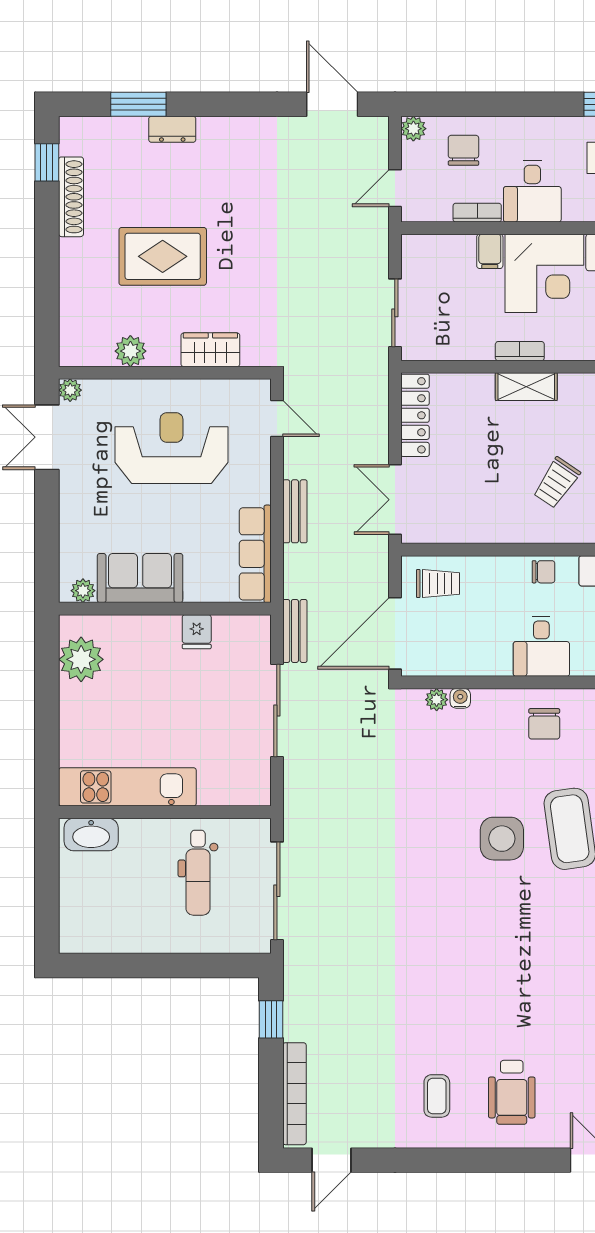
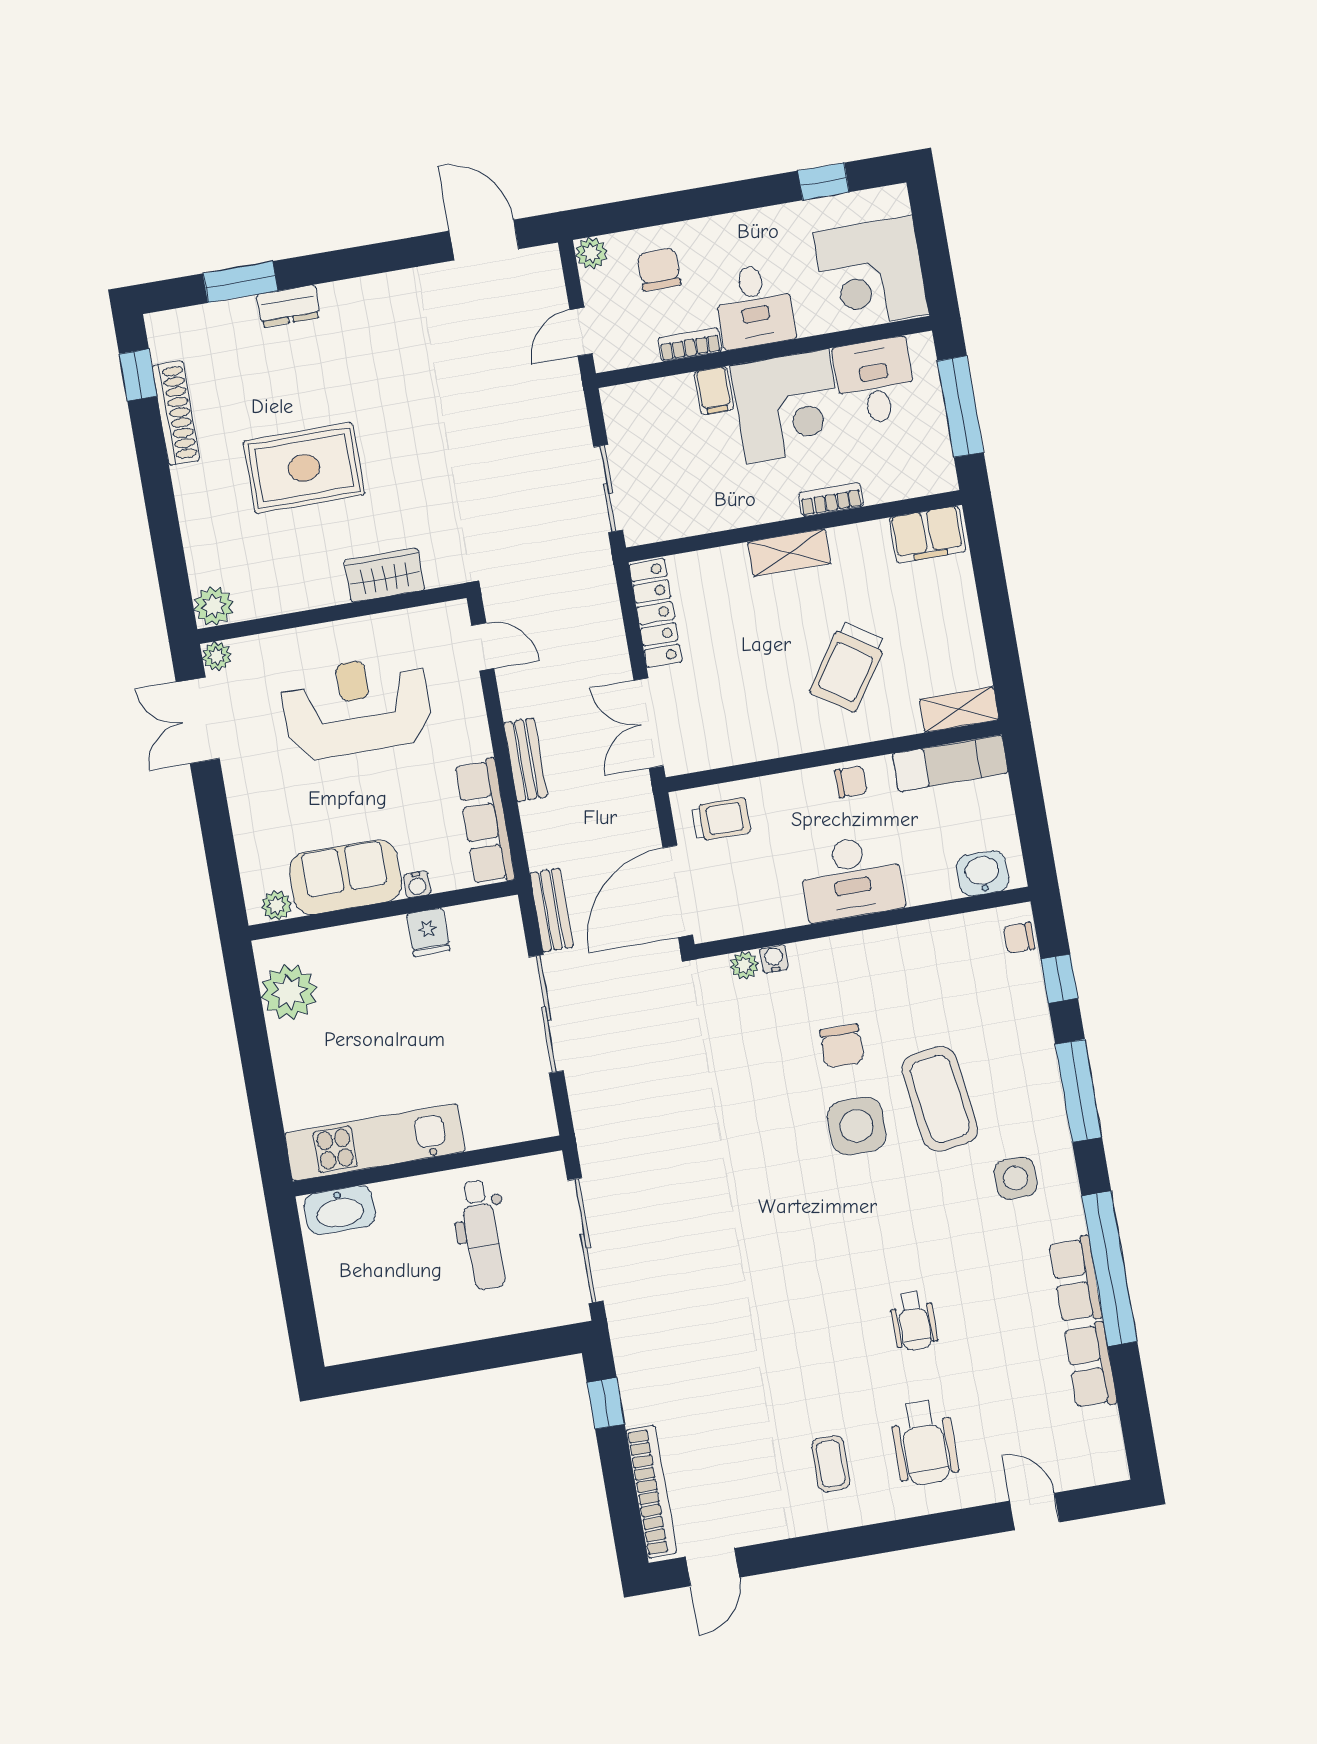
plant: (130, 351) -> (214, 606), moved
bookcase: (520, 351) -> (831, 500), moved
trolley: (557, 483) -> (848, 667), width x1.36, depth x1.39
water cooler: (195, 593) -> (417, 884), added
desk: (541, 646) -> (851, 878), width x1.37
chair: (544, 724) -> (842, 1046), moved
wheelchair: (520, 997) -> (914, 1321), added

